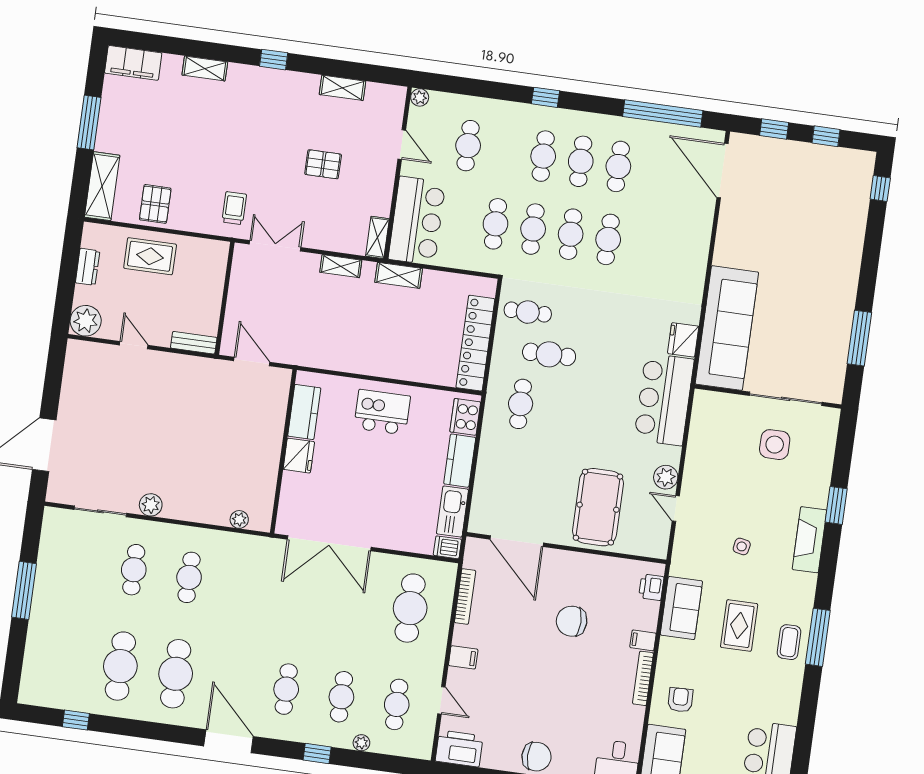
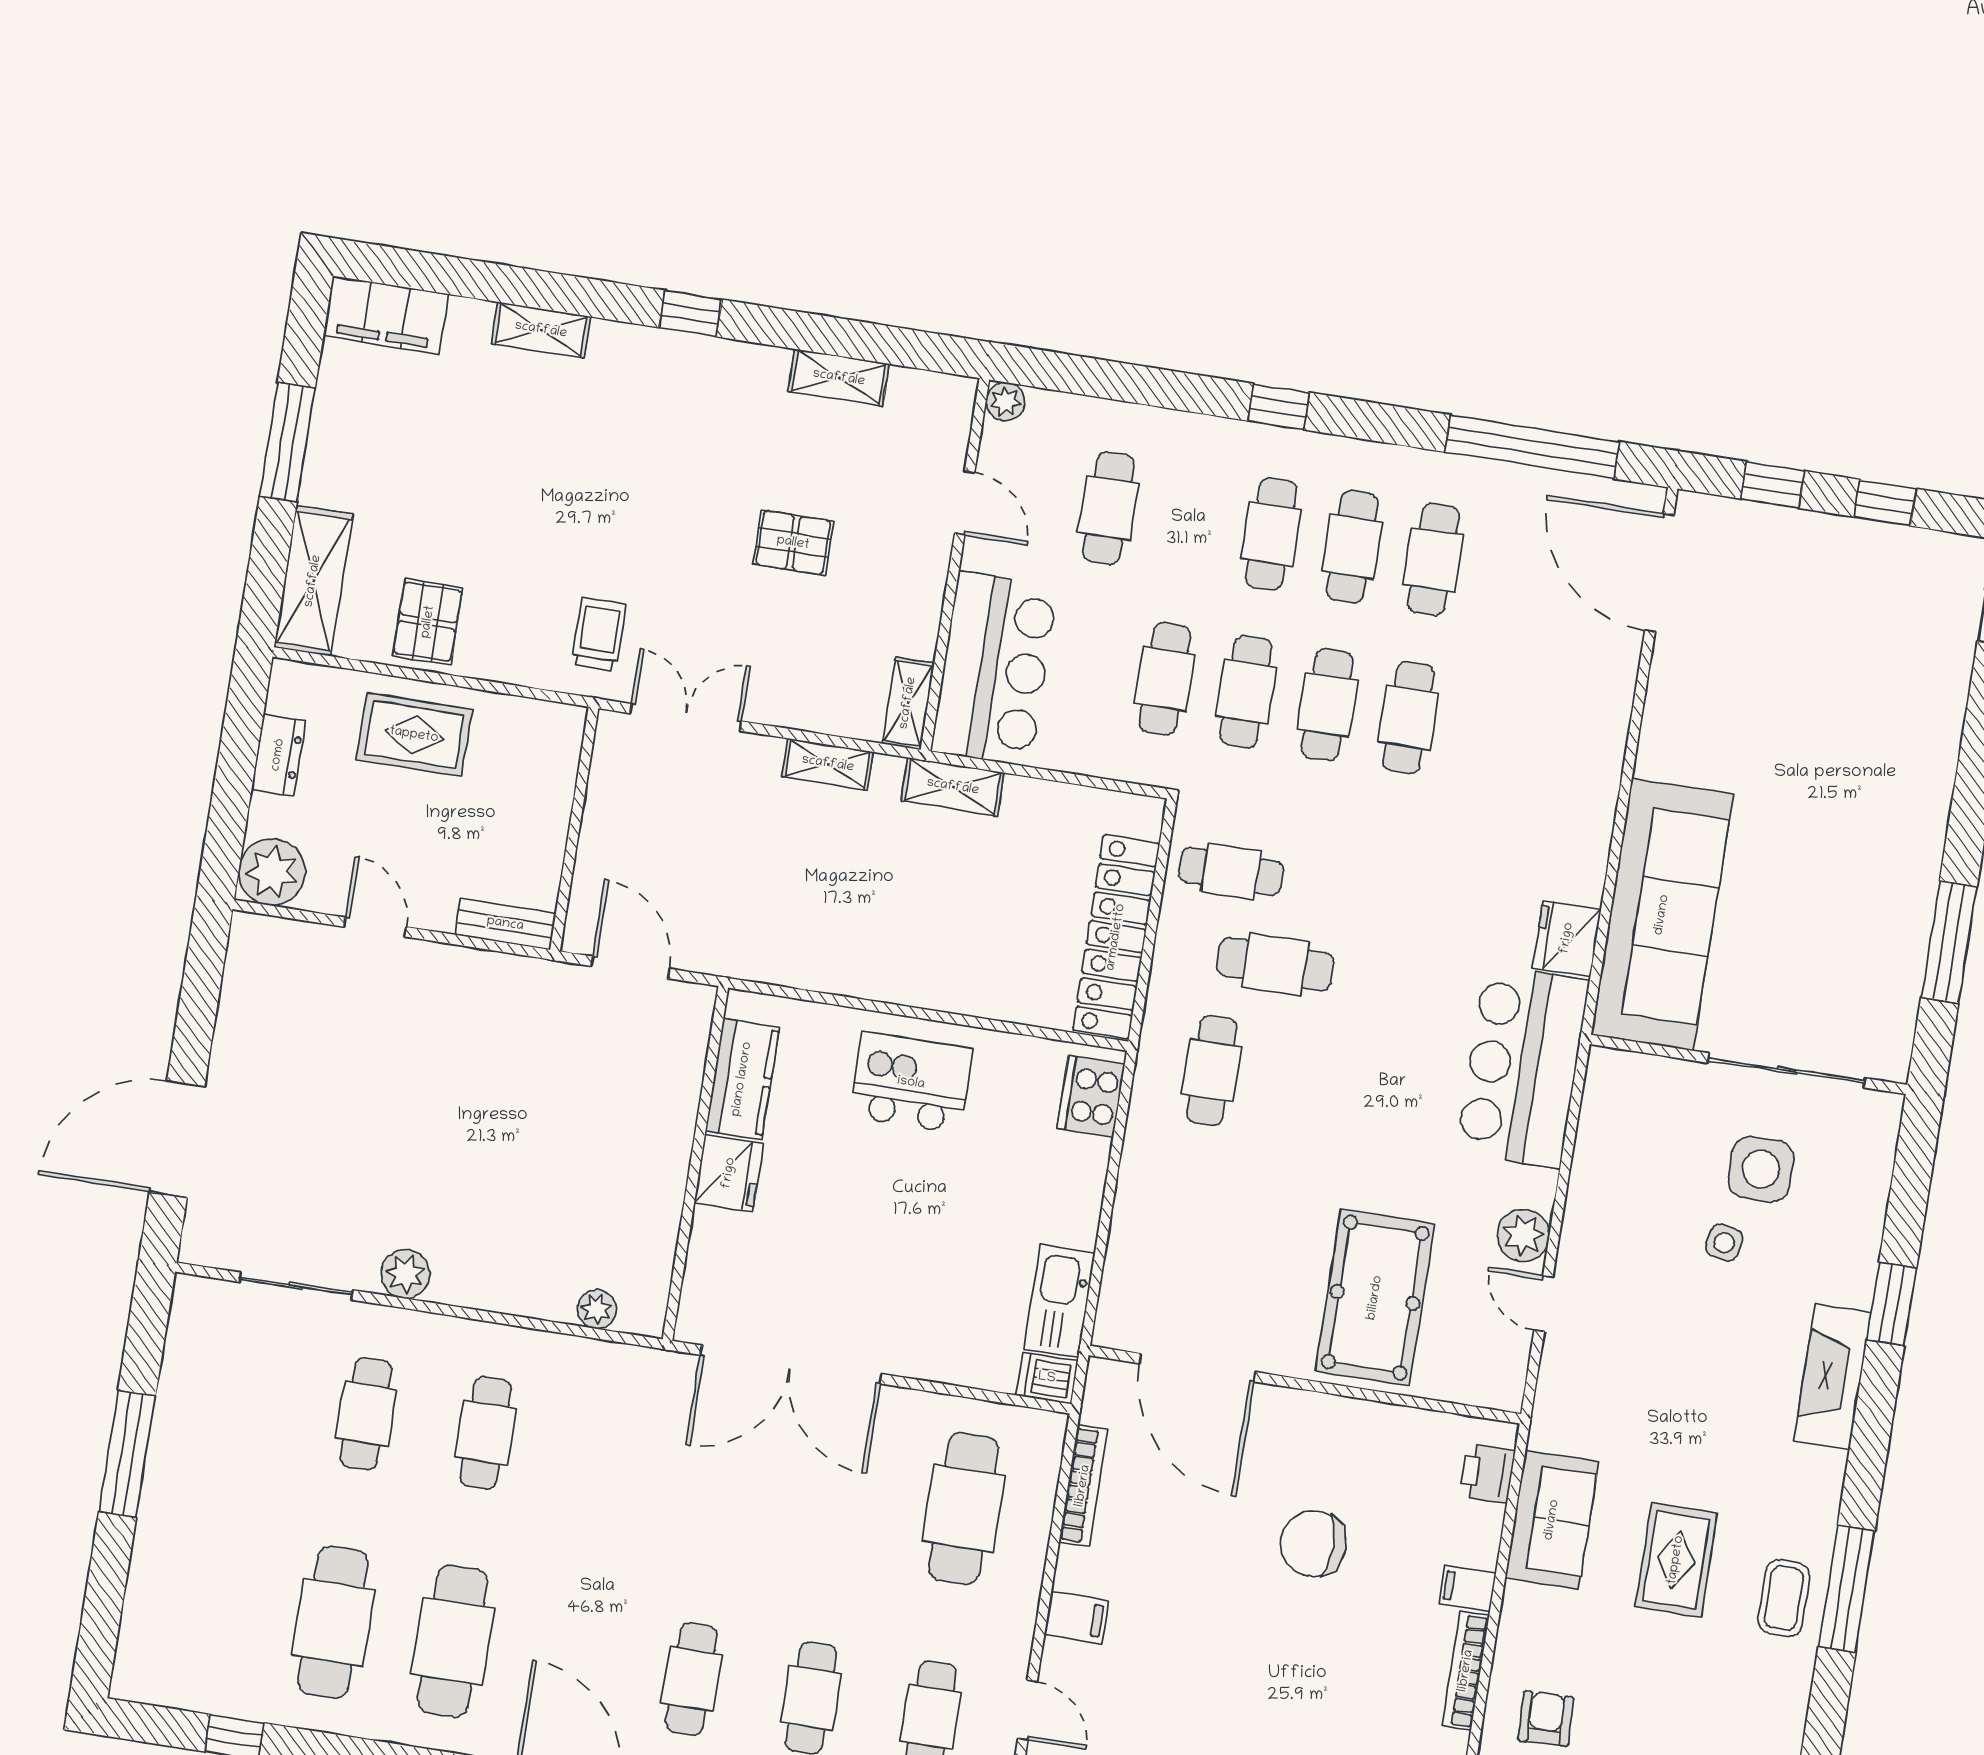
kitchen counter: (460, 461) -> (1077, 1191), removed
side table: (742, 546) -> (1724, 1243), moved

